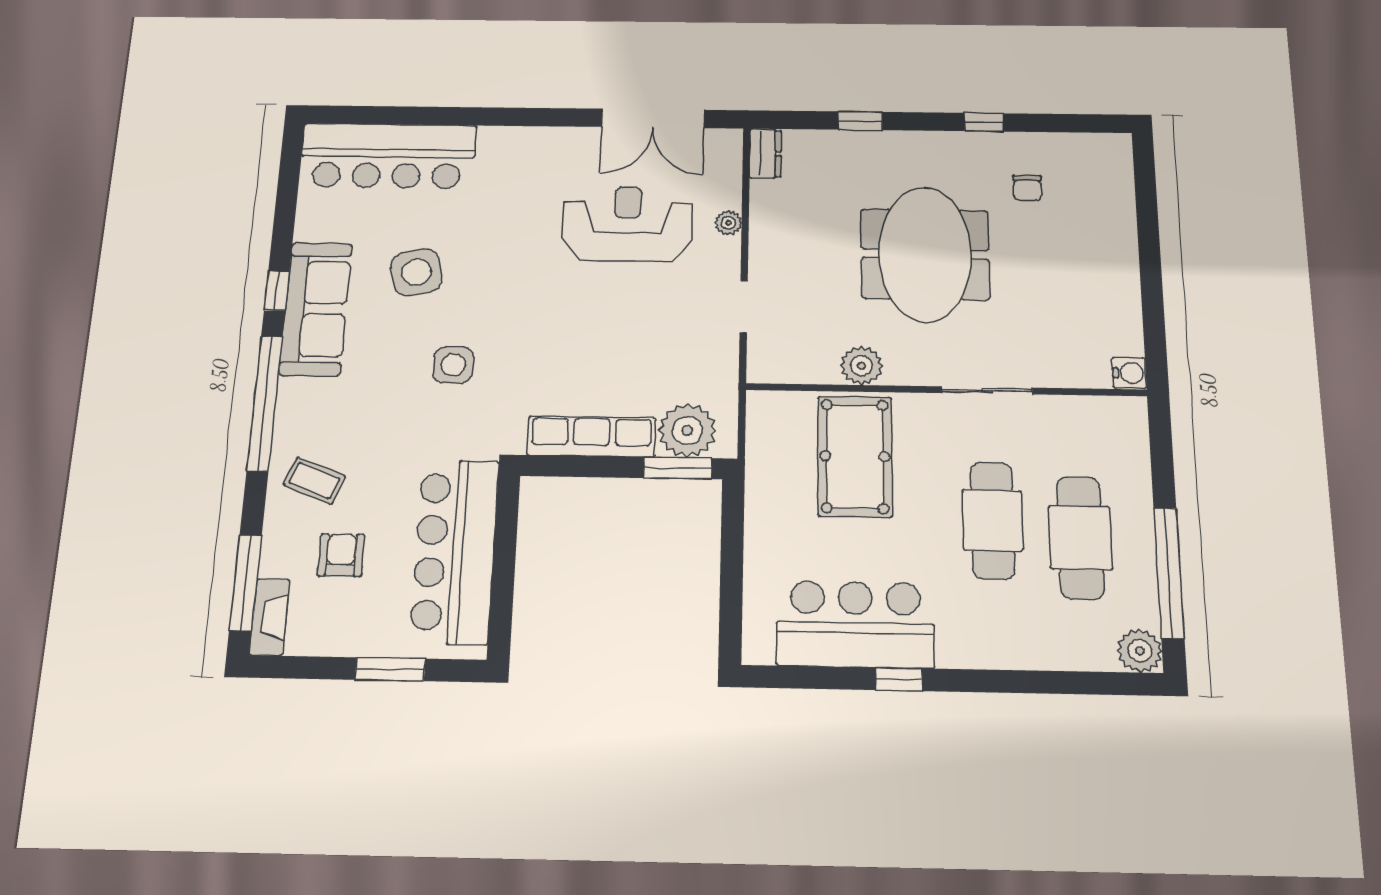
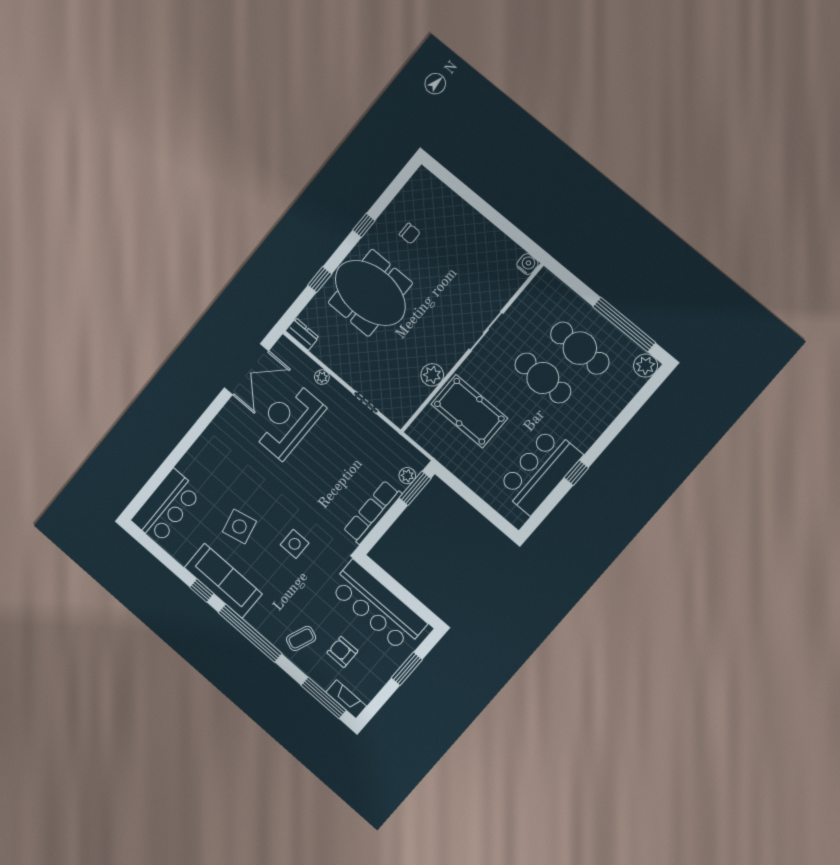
bar counter: (388, 156) -> (166, 507), width x0.73
meeting table: (925, 254) -> (370, 293), moved
plant: (687, 431) -> (407, 476), width x0.53, depth x0.53

